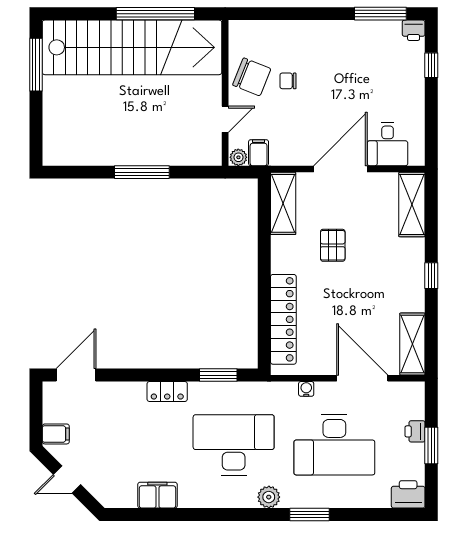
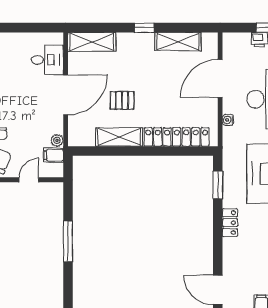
door: (225, 119) -> (29, 180), hinge flipped
plant: (238, 157) -> (57, 140), moved
door: (340, 169) -> (66, 95), swing flipped
shelving: (283, 203) -> (119, 137), moved
shelving: (412, 344) -> (178, 42), moved

